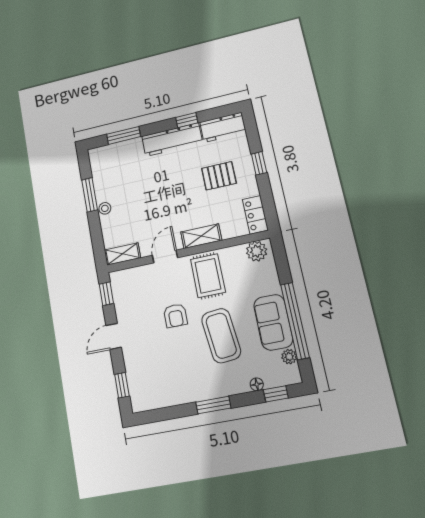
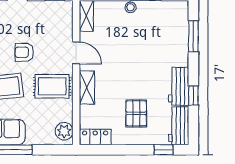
workbench: (172, 140) -> (179, 86), width x0.73
window: (259, 163) -> (164, 150), moved

